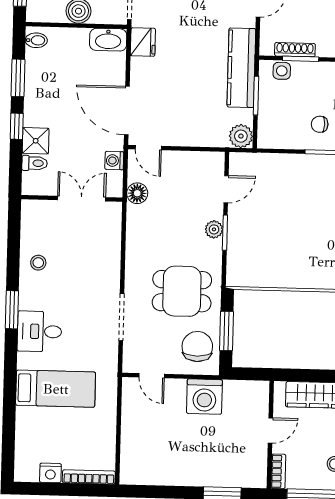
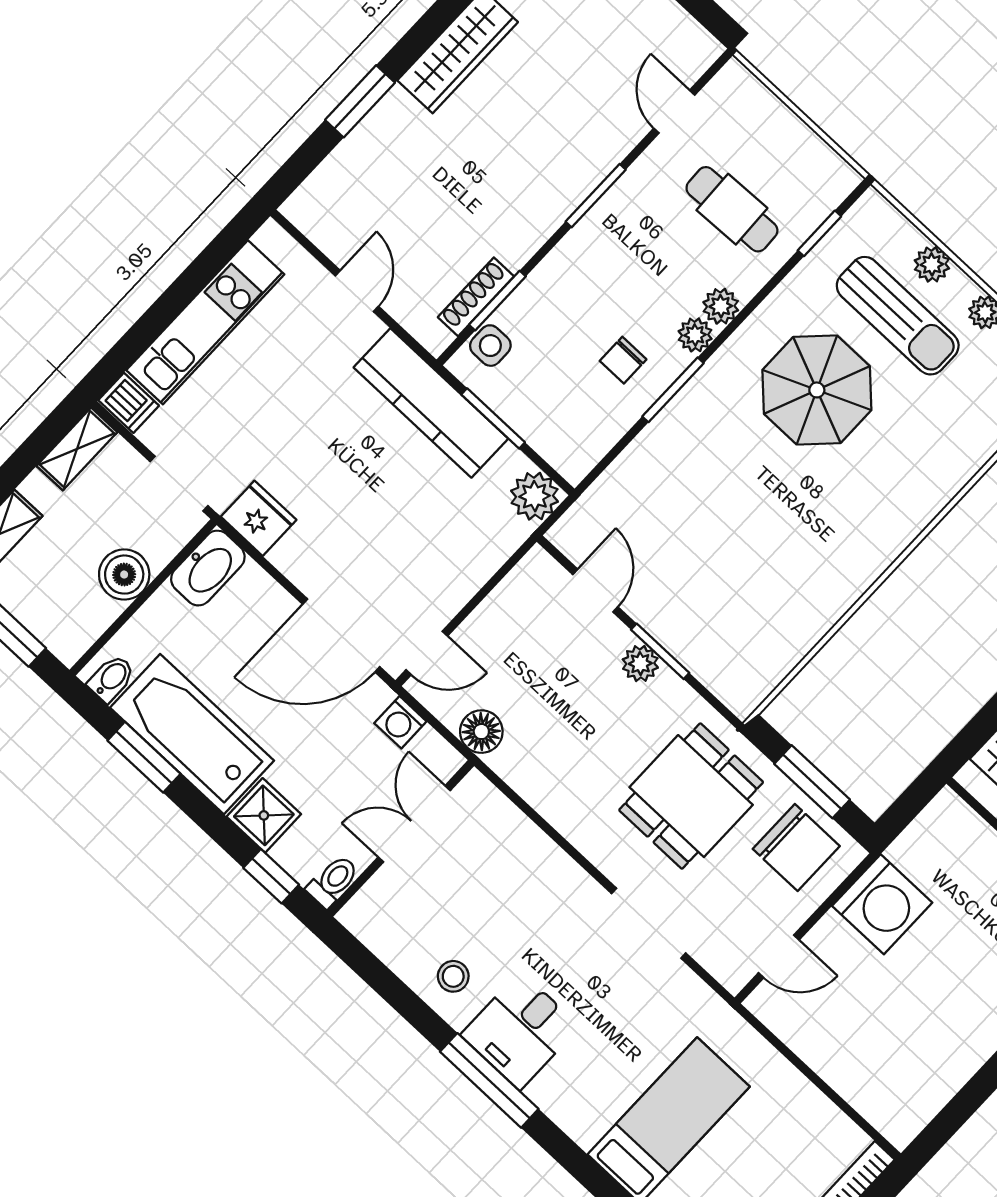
bathtub: (42, 88) -> (192, 734), added
window: (17, 126) -> (271, 876), moved
toilet: (35, 163) -> (333, 881), moved
window: (12, 310) -> (489, 1080), width x1.44
desk: (39, 331) -> (520, 1031), moved
chair: (197, 347) -> (796, 847), turned 180

